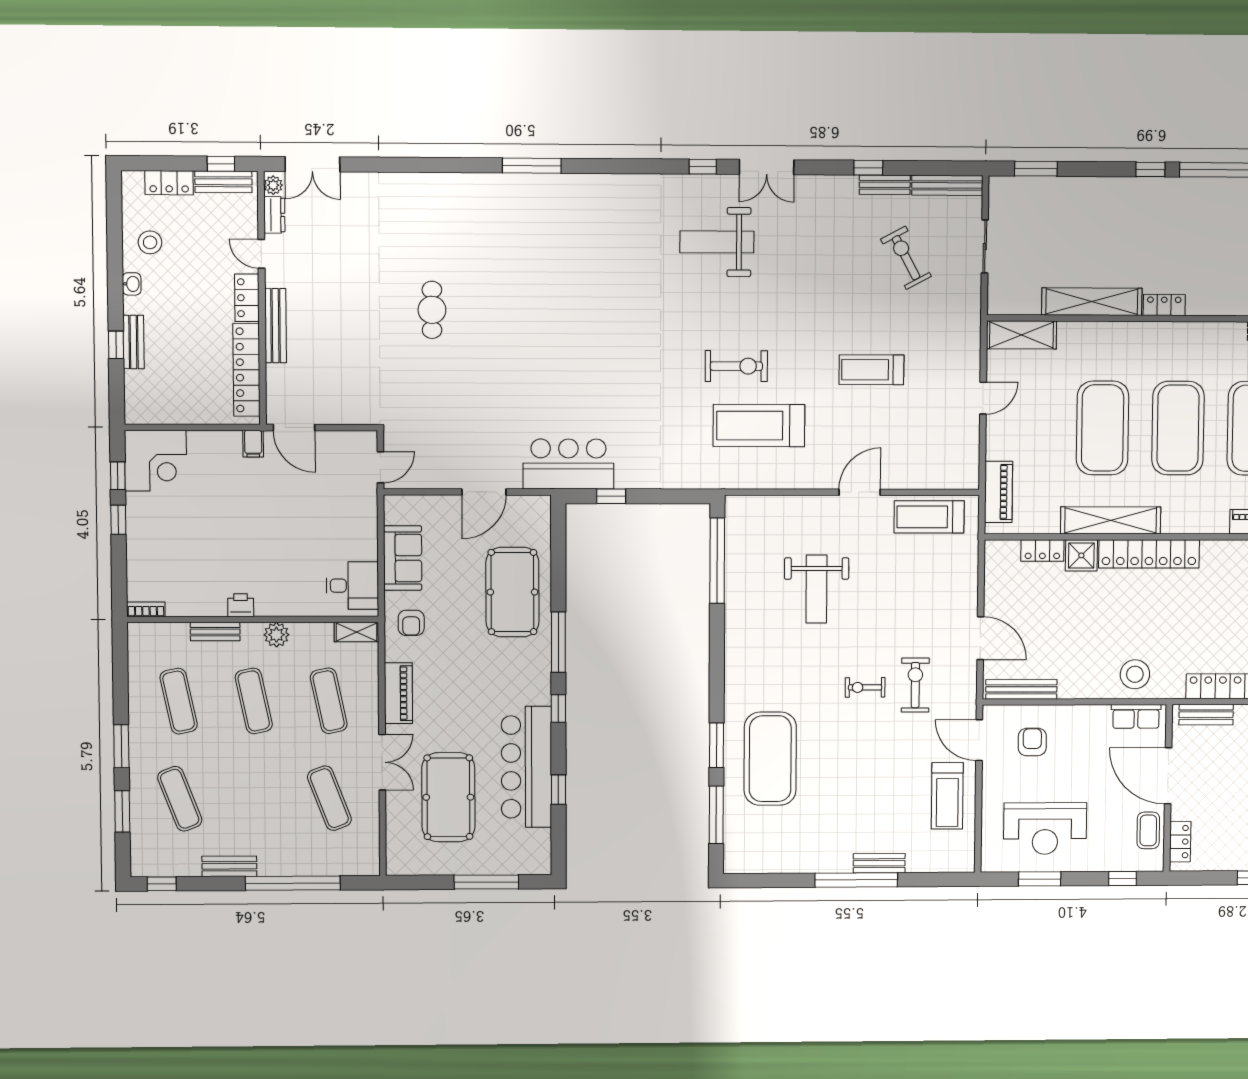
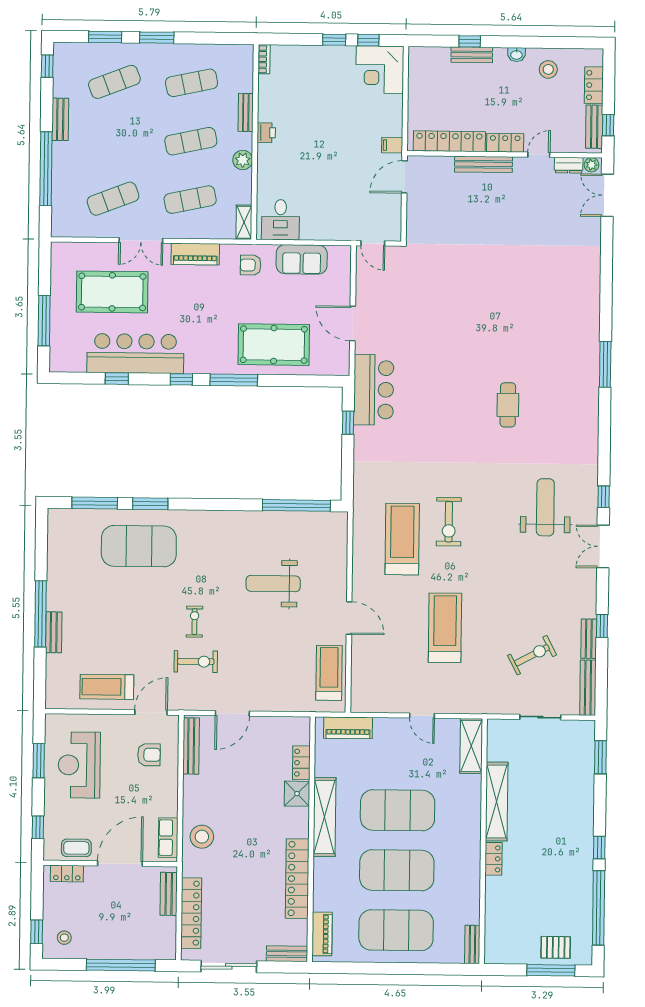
cafe table: (432, 310) -> (508, 405), moved, turned 90
treadmill: (871, 370) -> (445, 628), width x1.37, depth x1.38
locker: (1149, 554) -> (297, 879), moved

